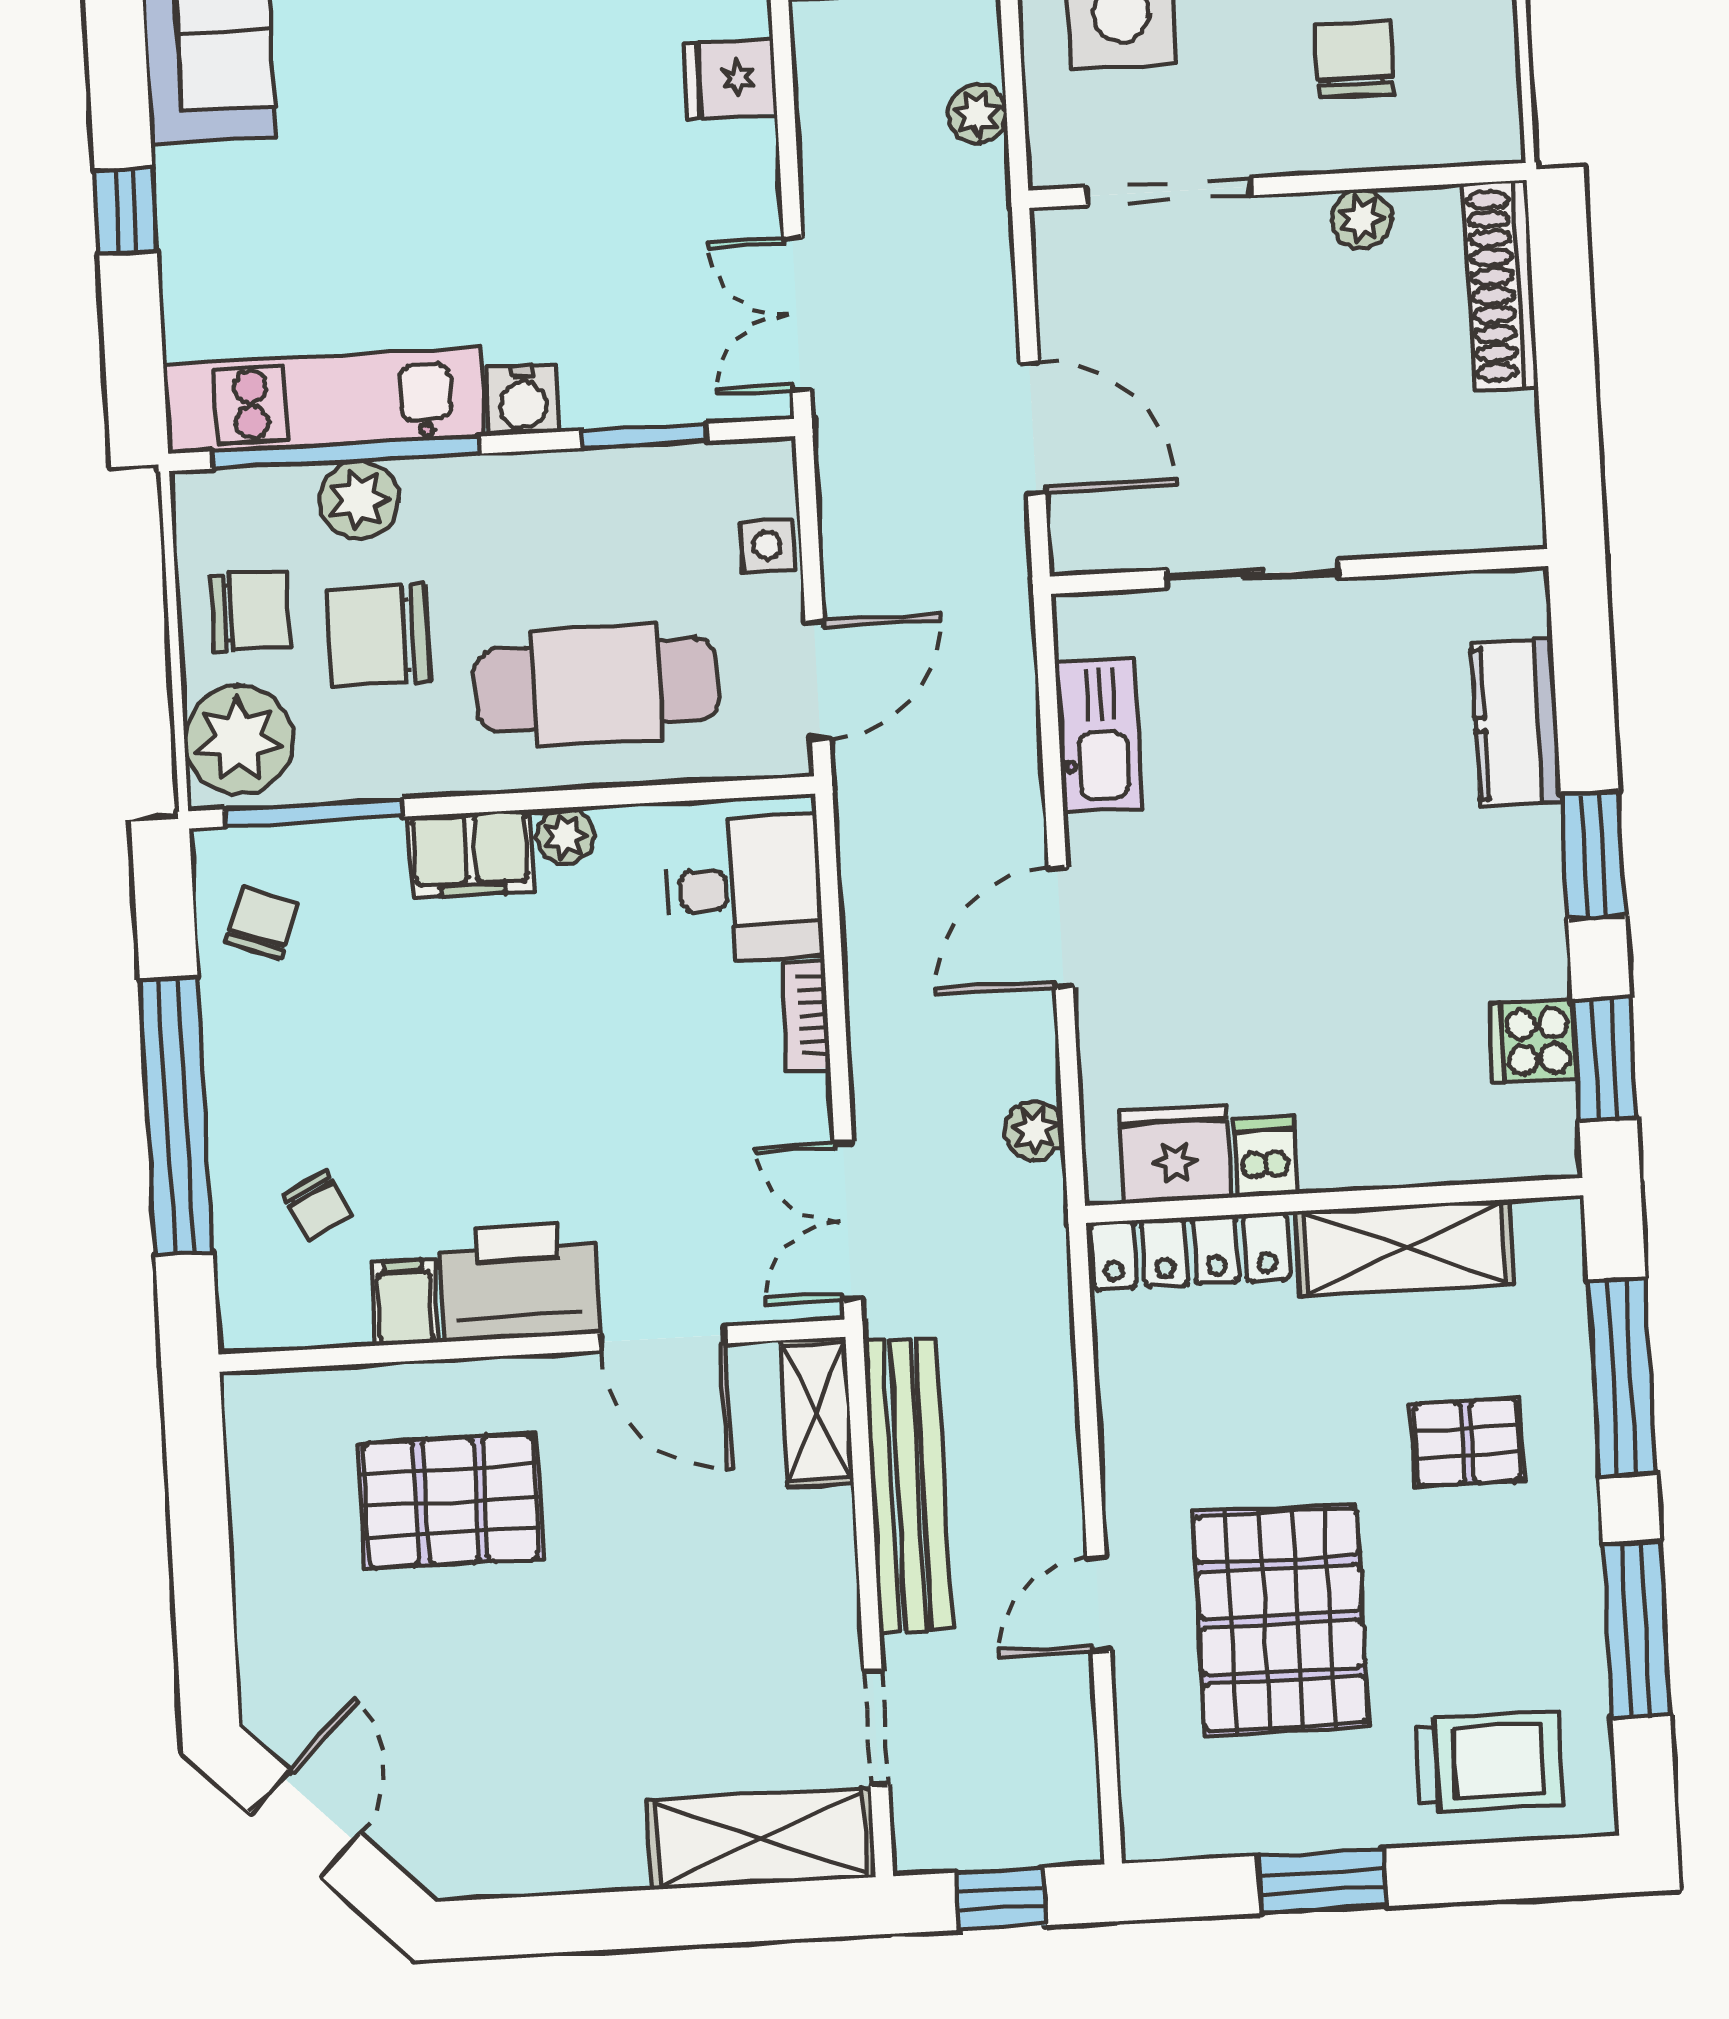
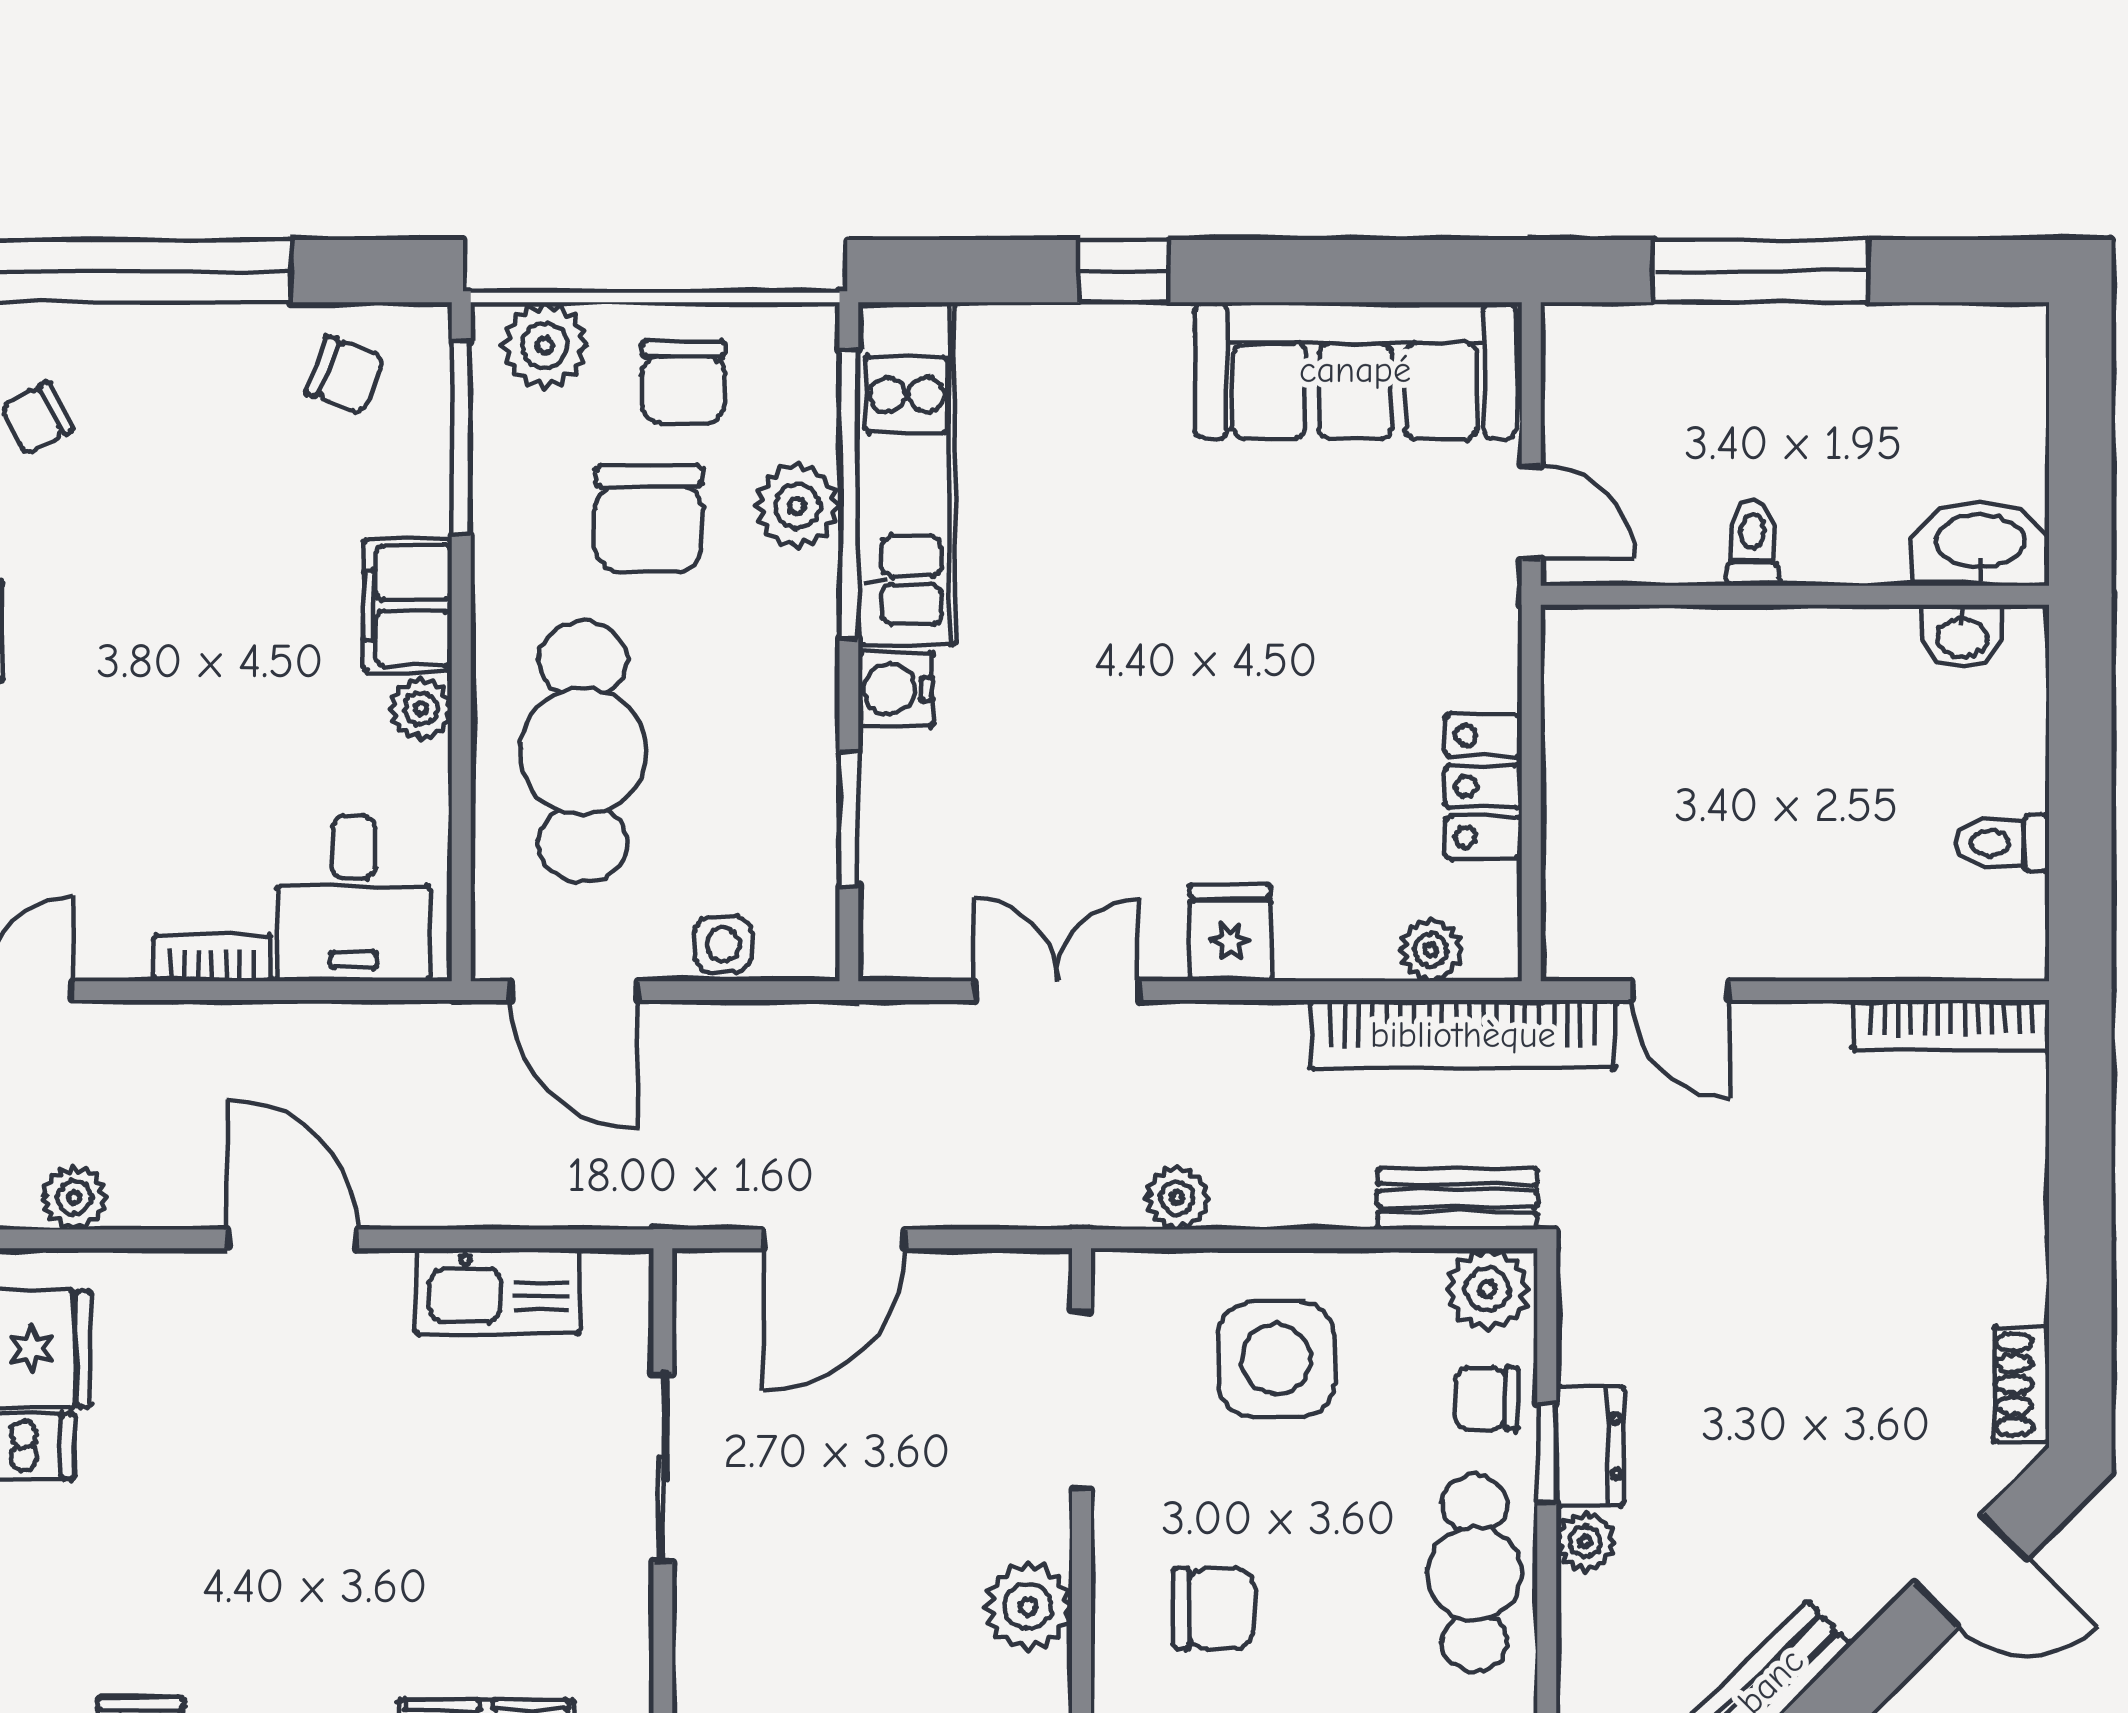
plant: (1361, 219) -> (1028, 1606), width x1.38, depth x1.38
double door: (797, 314) -> (1057, 991), moved
chair: (378, 636) -> (649, 519), turned 180
plant: (238, 740) -> (545, 345), width x0.73, depth x0.73

